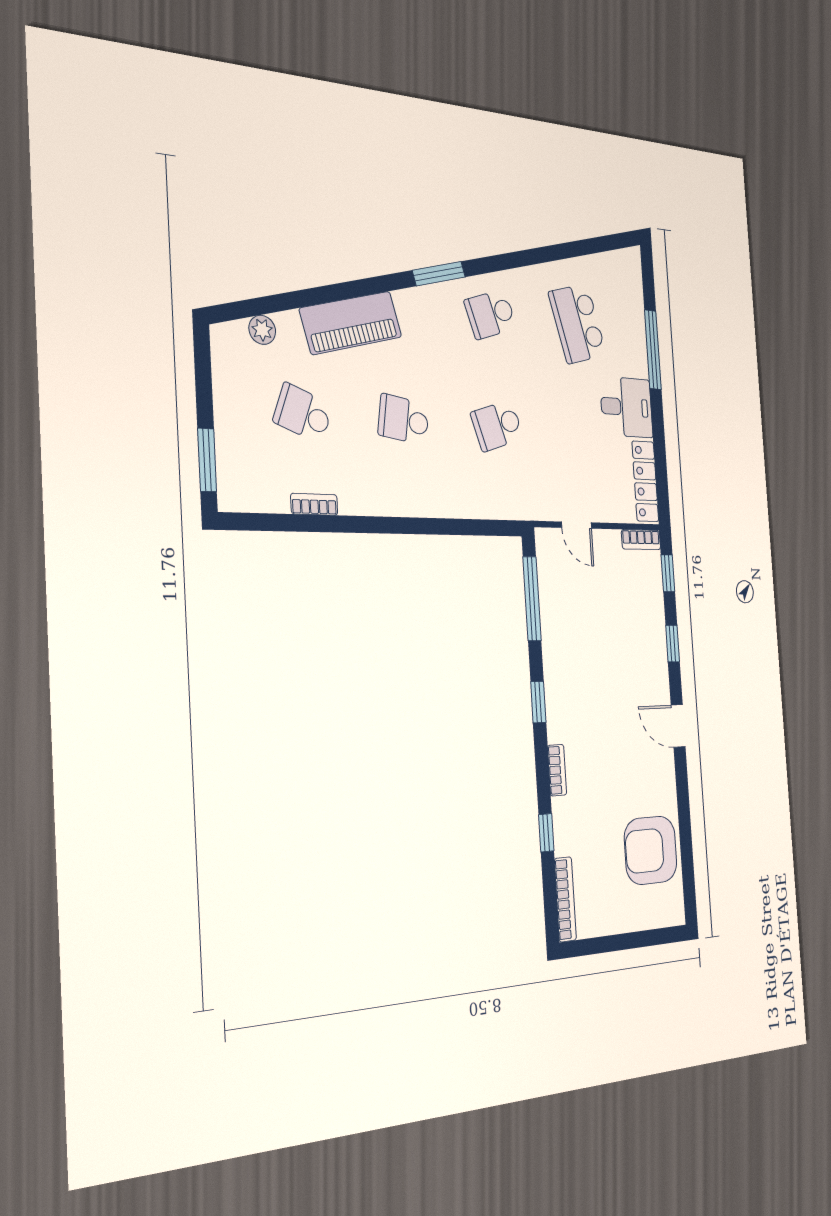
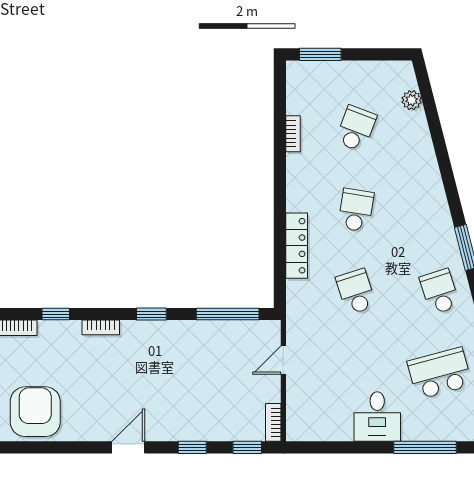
piano: (351, 323) -> (423, 171), removed
locker: (645, 481) -> (297, 246), moved, turned 90

